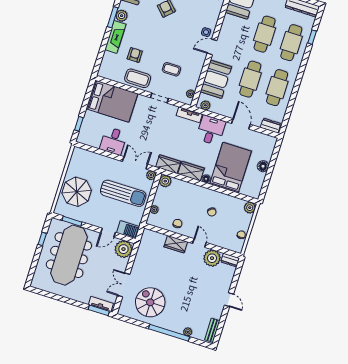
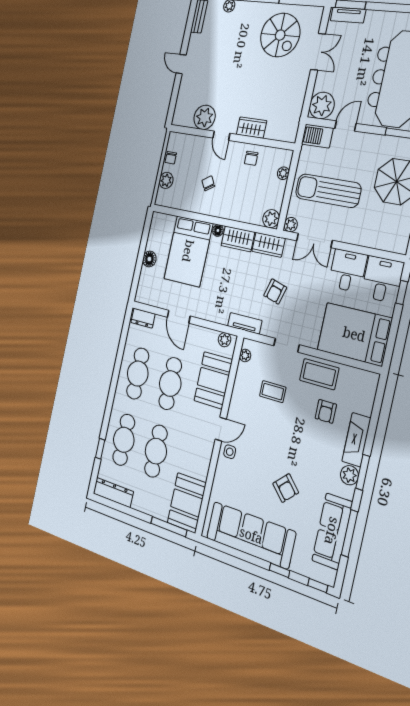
desk: (211, 130) -> (382, 279), moved, turned 180
armchair: (165, 133) -> (275, 292), added
plant: (250, 208) -> (166, 180), moved
dresser: (230, 260) -> (182, 120), removed

